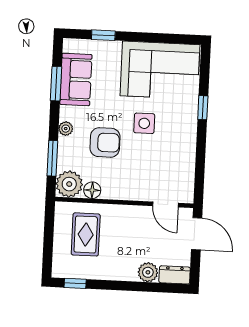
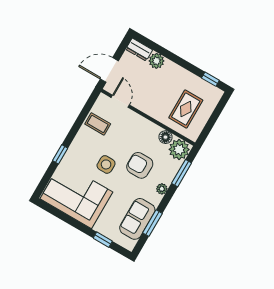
coffee table: (178, 165) -> (98, 124), added
door: (197, 234) -> (109, 70), hinge flipped

